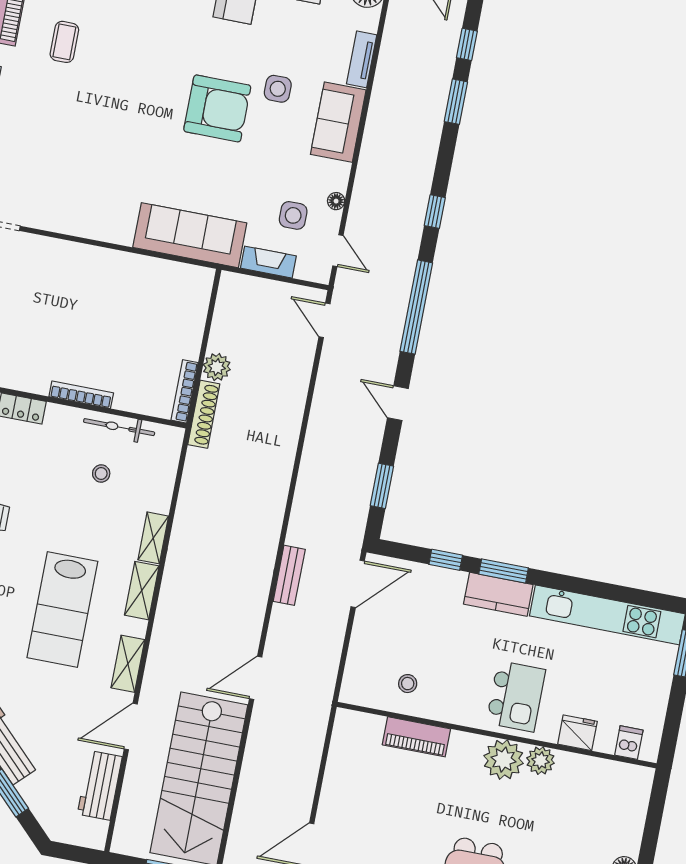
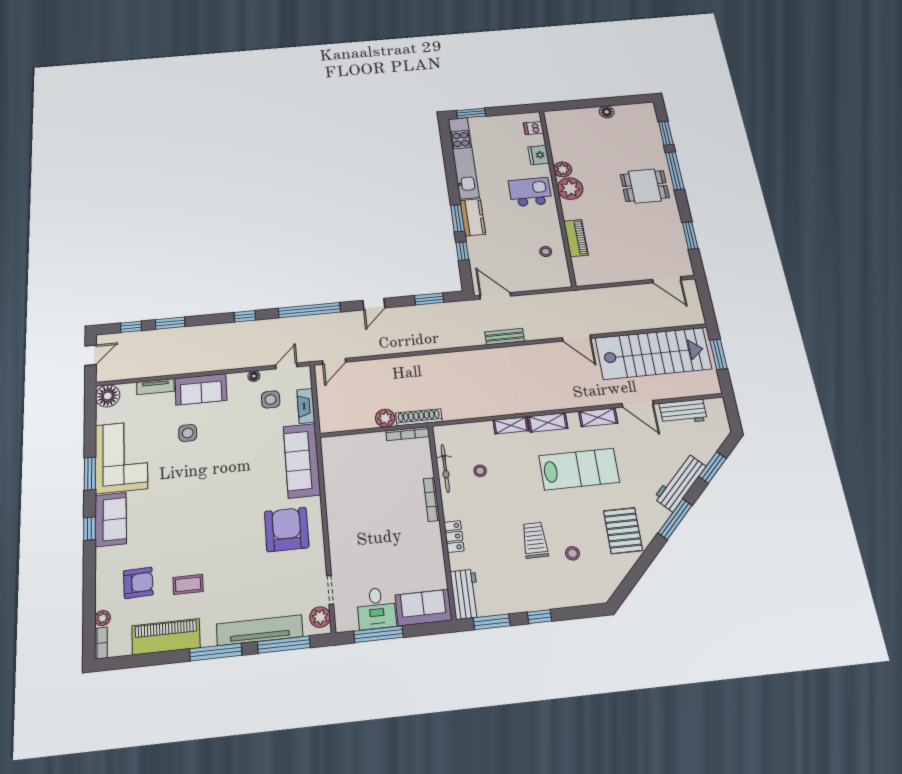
armchair: (217, 108) -> (287, 529), moved

